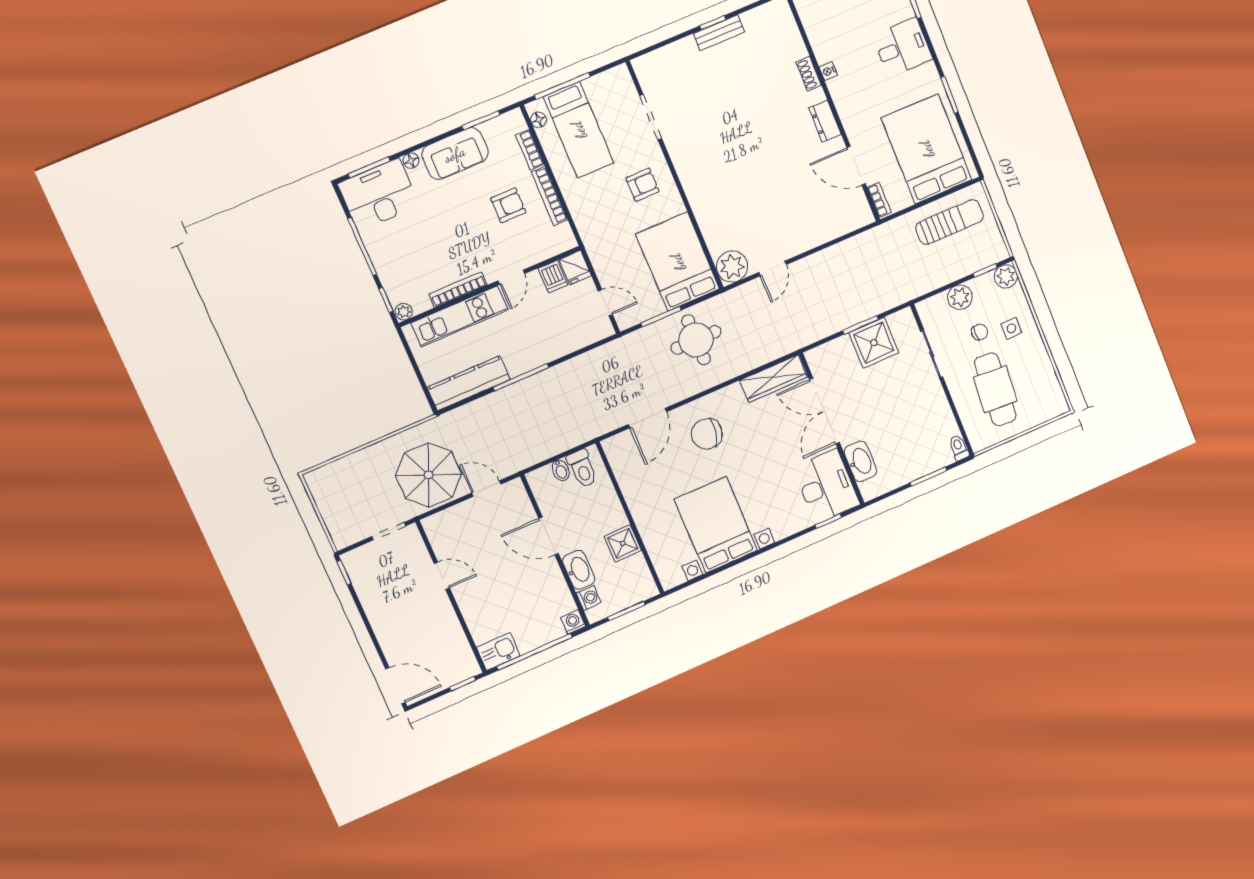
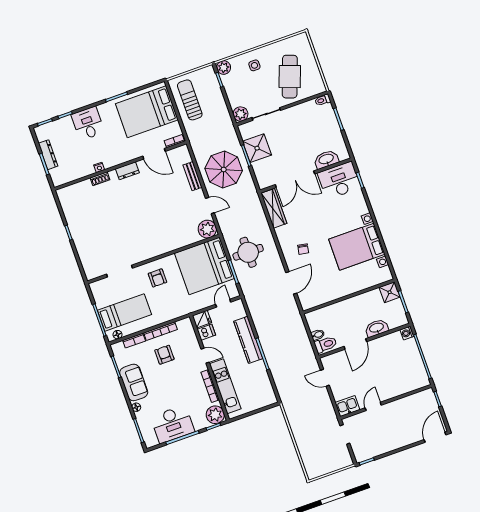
bench: (719, 33) -> (193, 176), moved
door: (856, 166) -> (154, 154), hinge flipped
armchair: (643, 185) -> (157, 278), turned 180
desk: (379, 195) -> (173, 424), moved, turned -90
bed: (678, 262) -> (204, 266), width x1.36
plant: (960, 297) -> (241, 114), moved
plant: (404, 312) -> (215, 415), width x1.88, depth x1.88
chair: (980, 332) -> (255, 85), removed
kitchen counter: (469, 383) -> (248, 340), moved
cafe table: (995, 389) -> (290, 77), turned -74
door: (647, 418) -> (291, 283), hinge flipped
chair: (707, 434) -> (303, 249), width x0.54, depth x0.54
toilet: (582, 469) -> (326, 344), moved
parasol: (428, 475) -> (224, 170), moved
door: (486, 488) -> (325, 378), hinge flipped
shower: (623, 543) -> (390, 292), moved
washing machine: (589, 598) -> (394, 323), removed
kitchen sink: (498, 652) -> (347, 406), moved, turned 90

